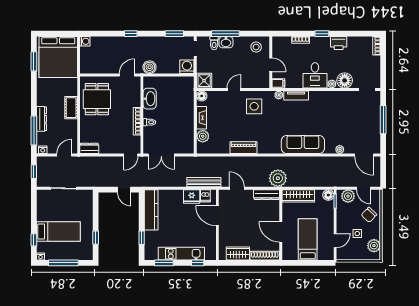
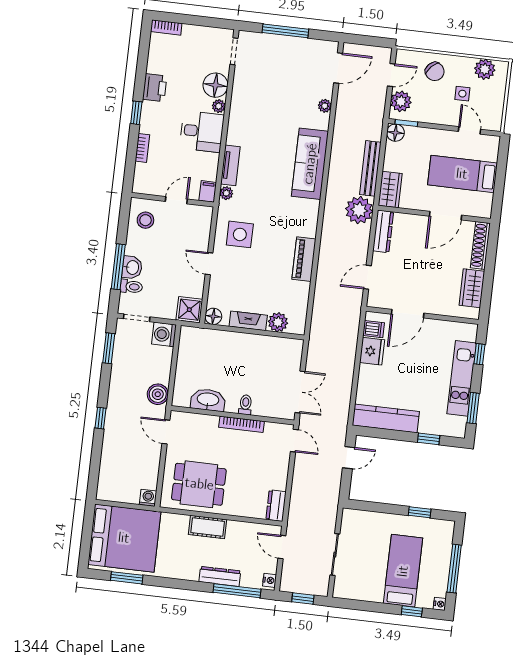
washing machine: (85, 41) -> (148, 498), moved
bench: (204, 182) -> (370, 168), moved
wardrobe: (298, 196) -> (390, 190), width x0.67

